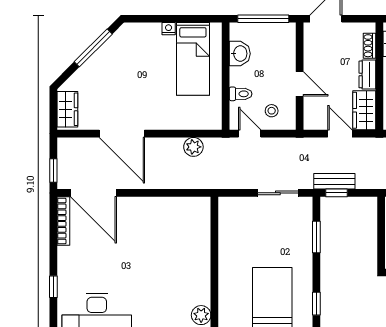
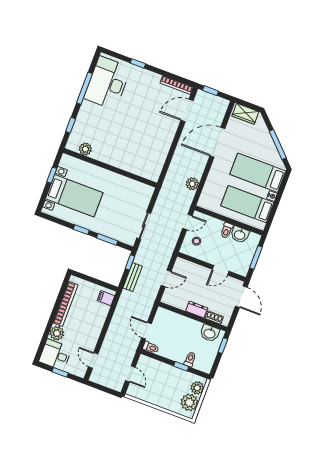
window: (263, 19) -> (256, 257), width x0.69
bed: (143, 61) -> (258, 173), added
door: (300, 84) -> (221, 270), moved
toilet: (241, 94) -> (227, 230), moved
wardrobe: (364, 110) -> (175, 299), removed
bench: (334, 181) -> (133, 277), moved
door: (93, 193) -> (187, 111), width x0.73
window: (316, 304) -> (81, 230), moved

